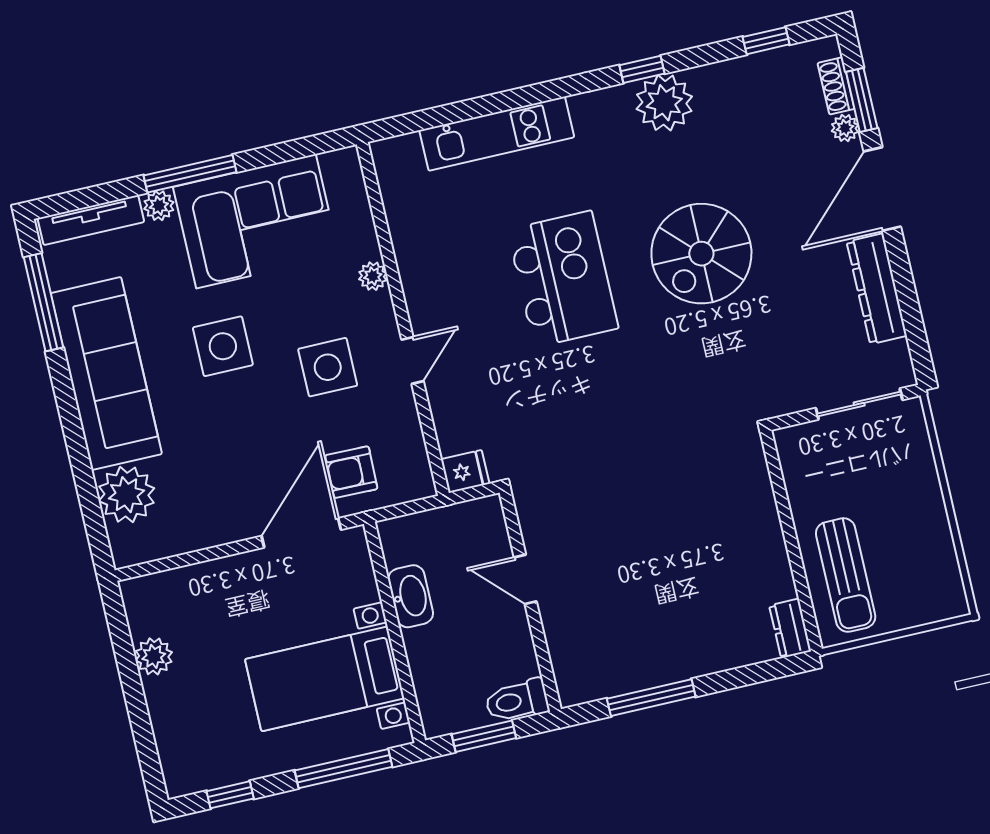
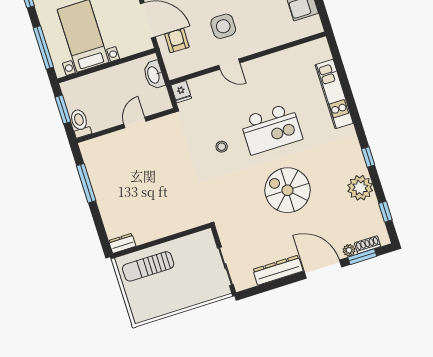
plant: (664, 103) -> (360, 188), moved
plant: (373, 276) -> (266, 43), removed
stool: (594, 392) -> (222, 147), added
washbasin: (411, 596) -> (154, 75), moved, turned 90

